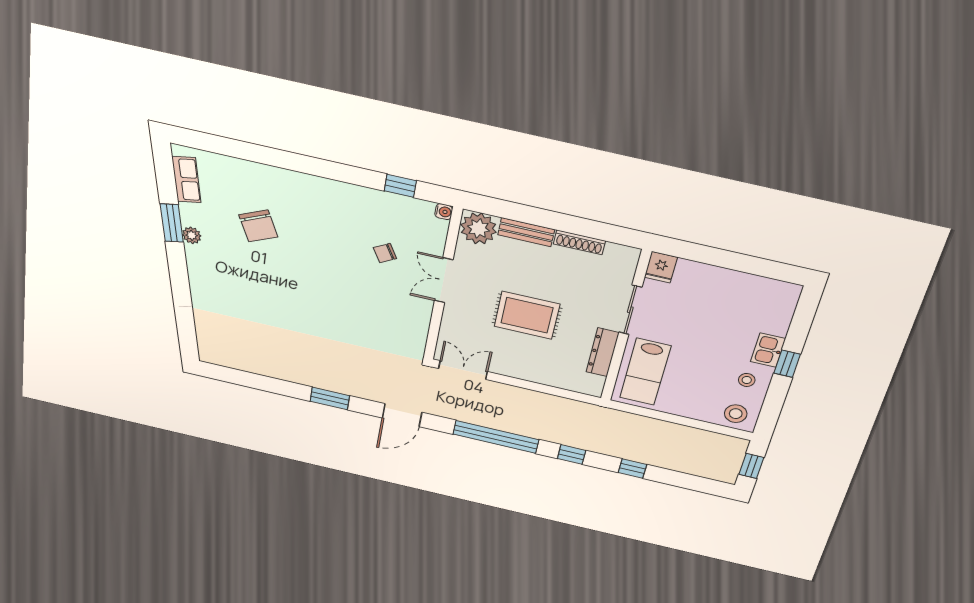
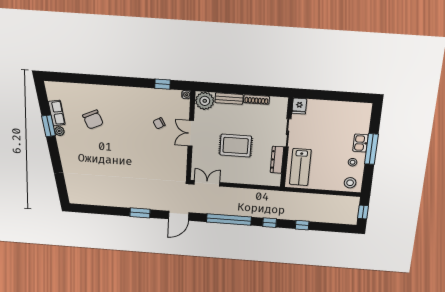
row of seats: (186, 180) -> (57, 113), moved
window: (787, 364) -> (371, 149), width x2.17

